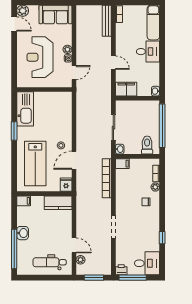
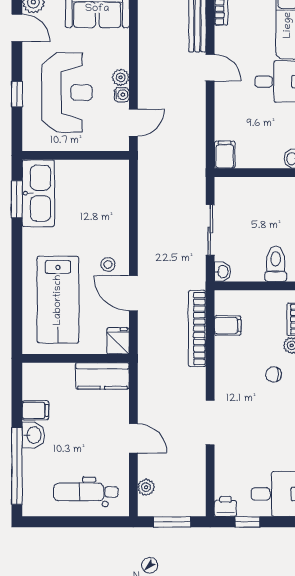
reception desk: (40, 57) -> (67, 93), turned 180
window: (14, 58) -> (17, 94), added
door: (113, 63) -> (210, 68), moved
filing cabinet: (126, 89) -> (225, 155), width x0.50
window: (14, 131) -> (17, 199), moved
door: (74, 160) -> (133, 293), hinge flipped
filing cabinet: (122, 164) -> (228, 325), moved
filing cabinet: (24, 201) -> (35, 410), moved
door: (74, 245) -> (133, 438), moved
window: (133, 278) -> (248, 522), width x0.46

